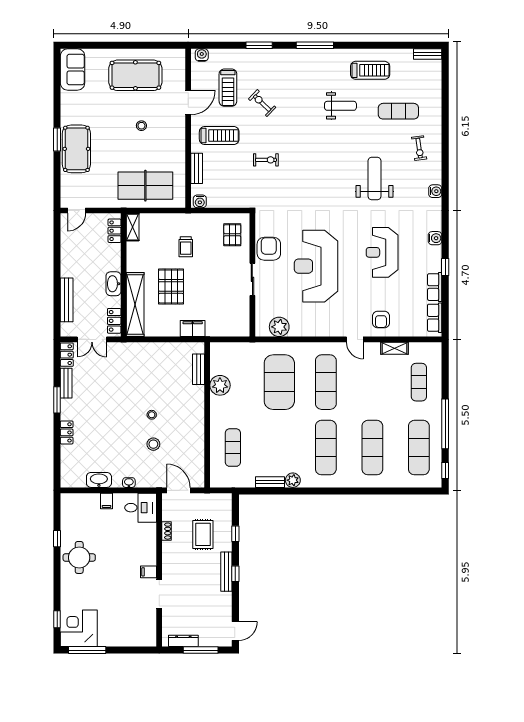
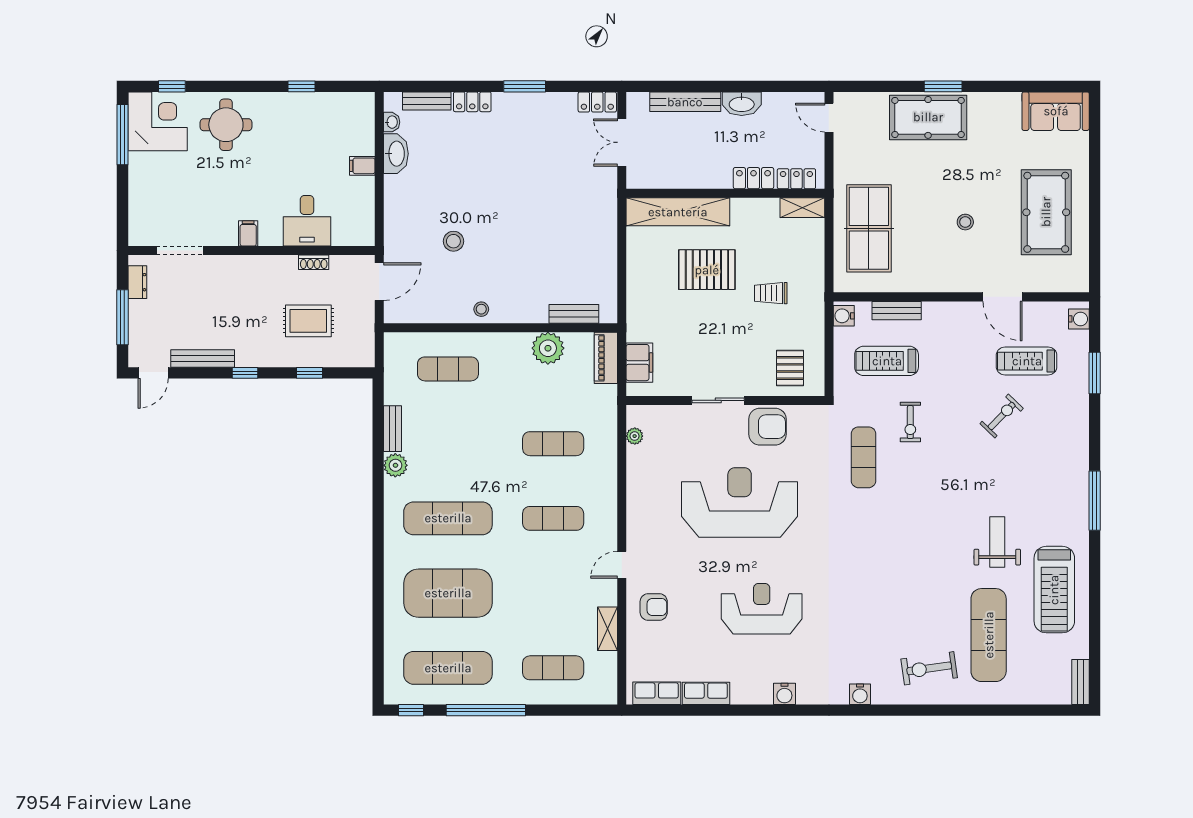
window: (259, 45) -> (1095, 373), moved
treadmill: (370, 70) -> (1054, 590), width x1.37, depth x1.38
weight bench: (340, 106) -> (997, 542), turned 180
exercise mat: (398, 111) -> (989, 635), width x1.36, depth x1.45
treadmill: (219, 136) -> (887, 361), moved, turned 90
exercise bike: (419, 148) -> (929, 668), width x1.38, depth x1.39
weight bench: (375, 179) -> (880, 597), removed
exercise mat: (288, 189) -> (863, 457), added
pallet: (232, 235) -> (790, 368), turned 90
window: (445, 267) -> (738, 710), removed
washbasin: (113, 284) -> (742, 104), moved, turned 180
armchair: (381, 320) -> (654, 607), turned 180
locker: (114, 321) -> (753, 178), moved
plant: (279, 327) -> (635, 436), width x0.53, depth x0.53
filing cabinet: (193, 328) -> (639, 363), moved
piano: (226, 349) -> (606, 358), added
exercise mat: (279, 382) -> (553, 444), width x0.50, depth x0.69
exercise mat: (326, 382) -> (553, 518), width x0.73, depth x0.69
bench: (66, 383) -> (427, 101), moved
stool: (152, 415) -> (481, 309), moved
exercise mat: (372, 448) -> (448, 593), width x1.47
washbasin: (129, 483) -> (392, 122), moved
desk: (141, 508) -> (307, 221), moved
round table: (79, 557) -> (226, 125), moved
bench: (226, 572) -> (203, 358), moved
doorway: (159, 594) -> (180, 251), moved
door: (235, 631) -> (153, 373), hinge flipped
dresser: (183, 641) -> (137, 282), width x0.70

